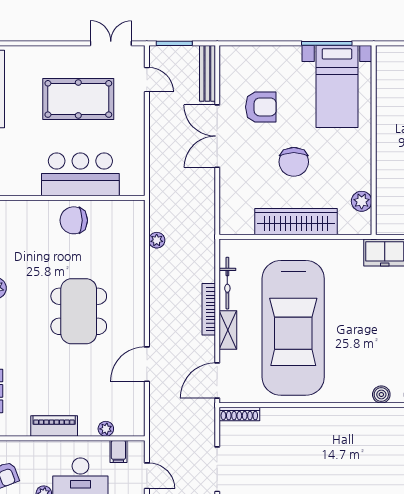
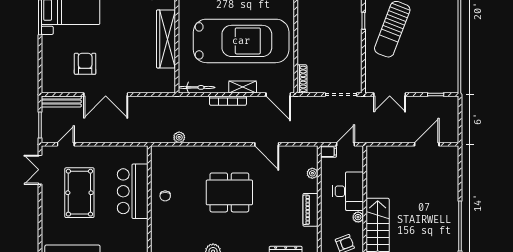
chair: (294, 162) -> (124, 41), removed
chair: (74, 220) -> (165, 196), width x0.54, depth x0.54
bicycle: (227, 283) -> (197, 87), moved
filing cabinet: (118, 451) -> (328, 152), moved

